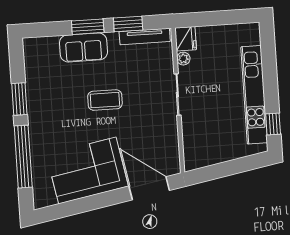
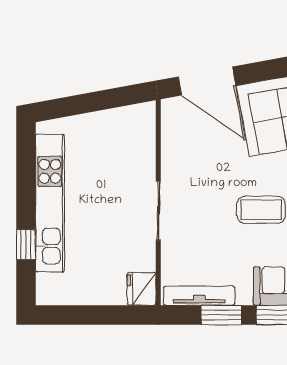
plant: (183, 59) -> (147, 261), removed
window: (273, 124) -> (26, 245), moved

